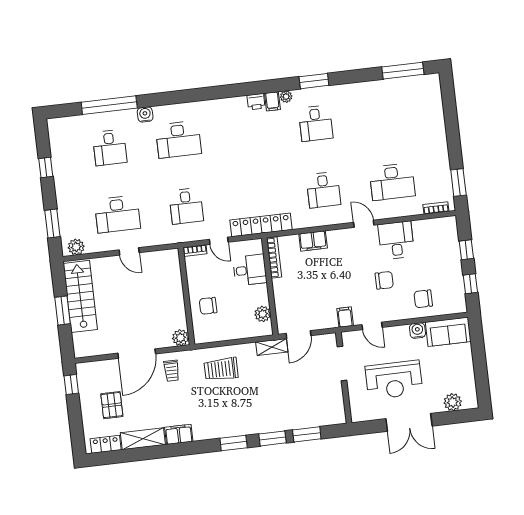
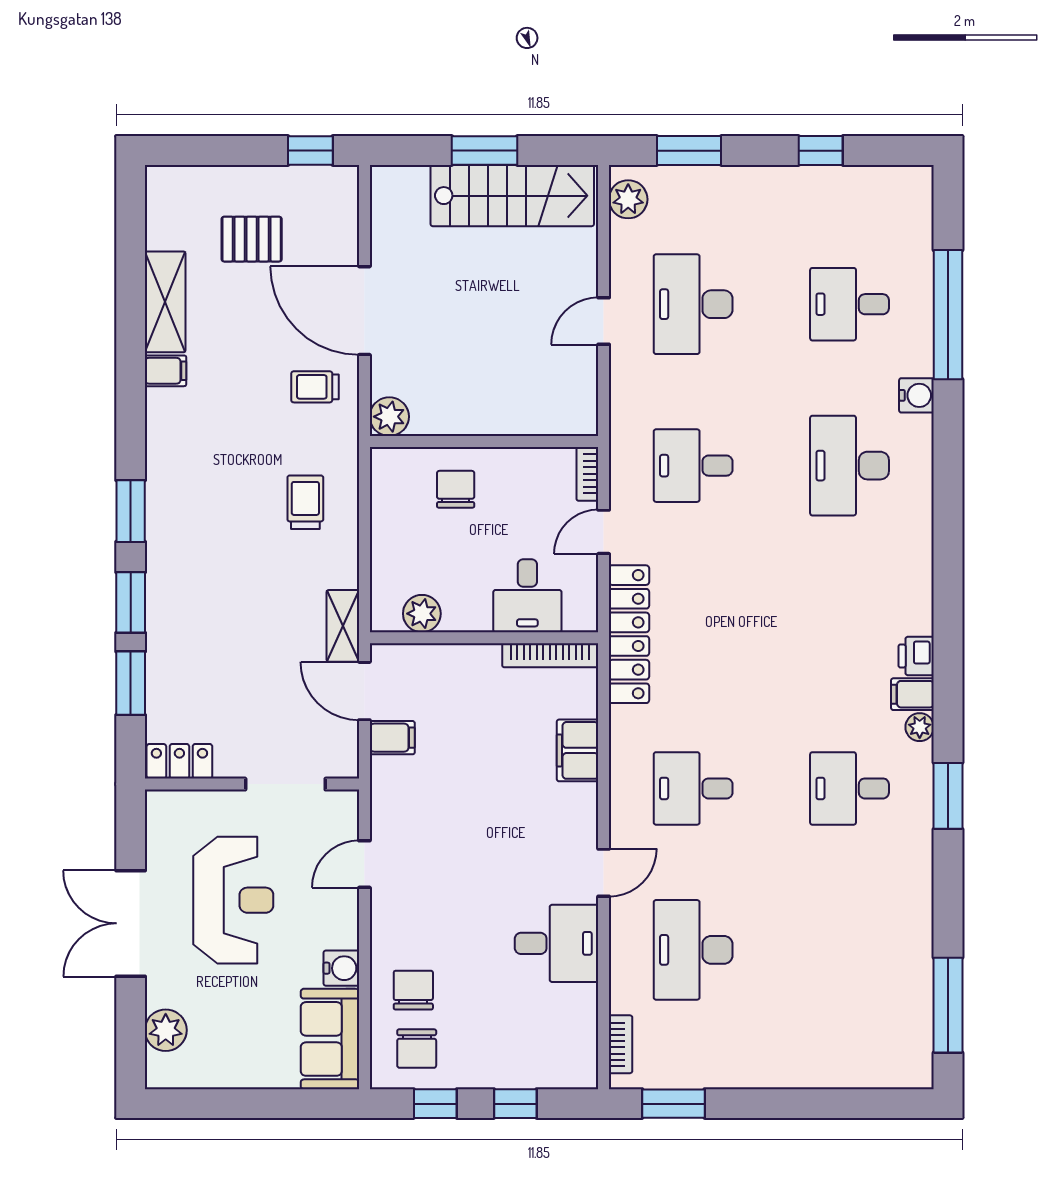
chair: (384, 280) -> (417, 1049), moved
filing cabinet: (345, 317) -> (392, 738), moved
trolley: (221, 369) -> (305, 502), width x0.73, depth x0.72
reception desk: (394, 380) -> (233, 900), turned 180
filing cabinet: (179, 434) -> (166, 371), width x0.50
locker: (106, 444) -> (179, 761), moved, turned -90

